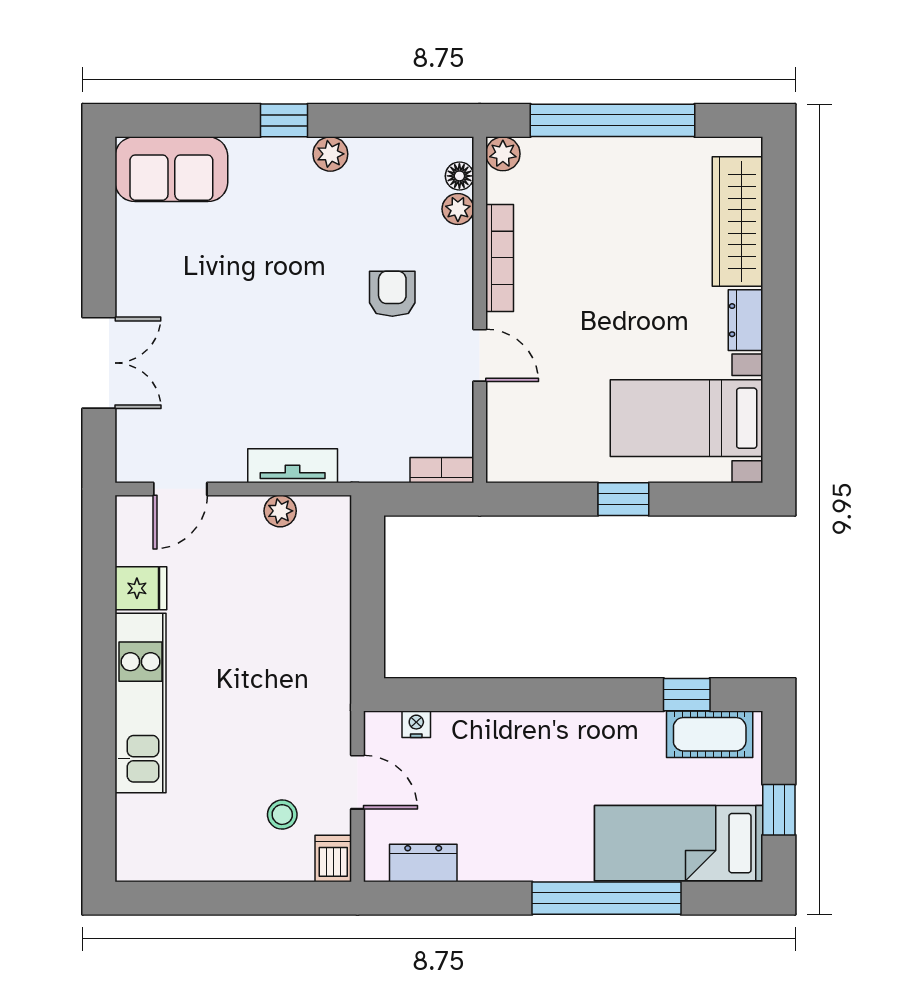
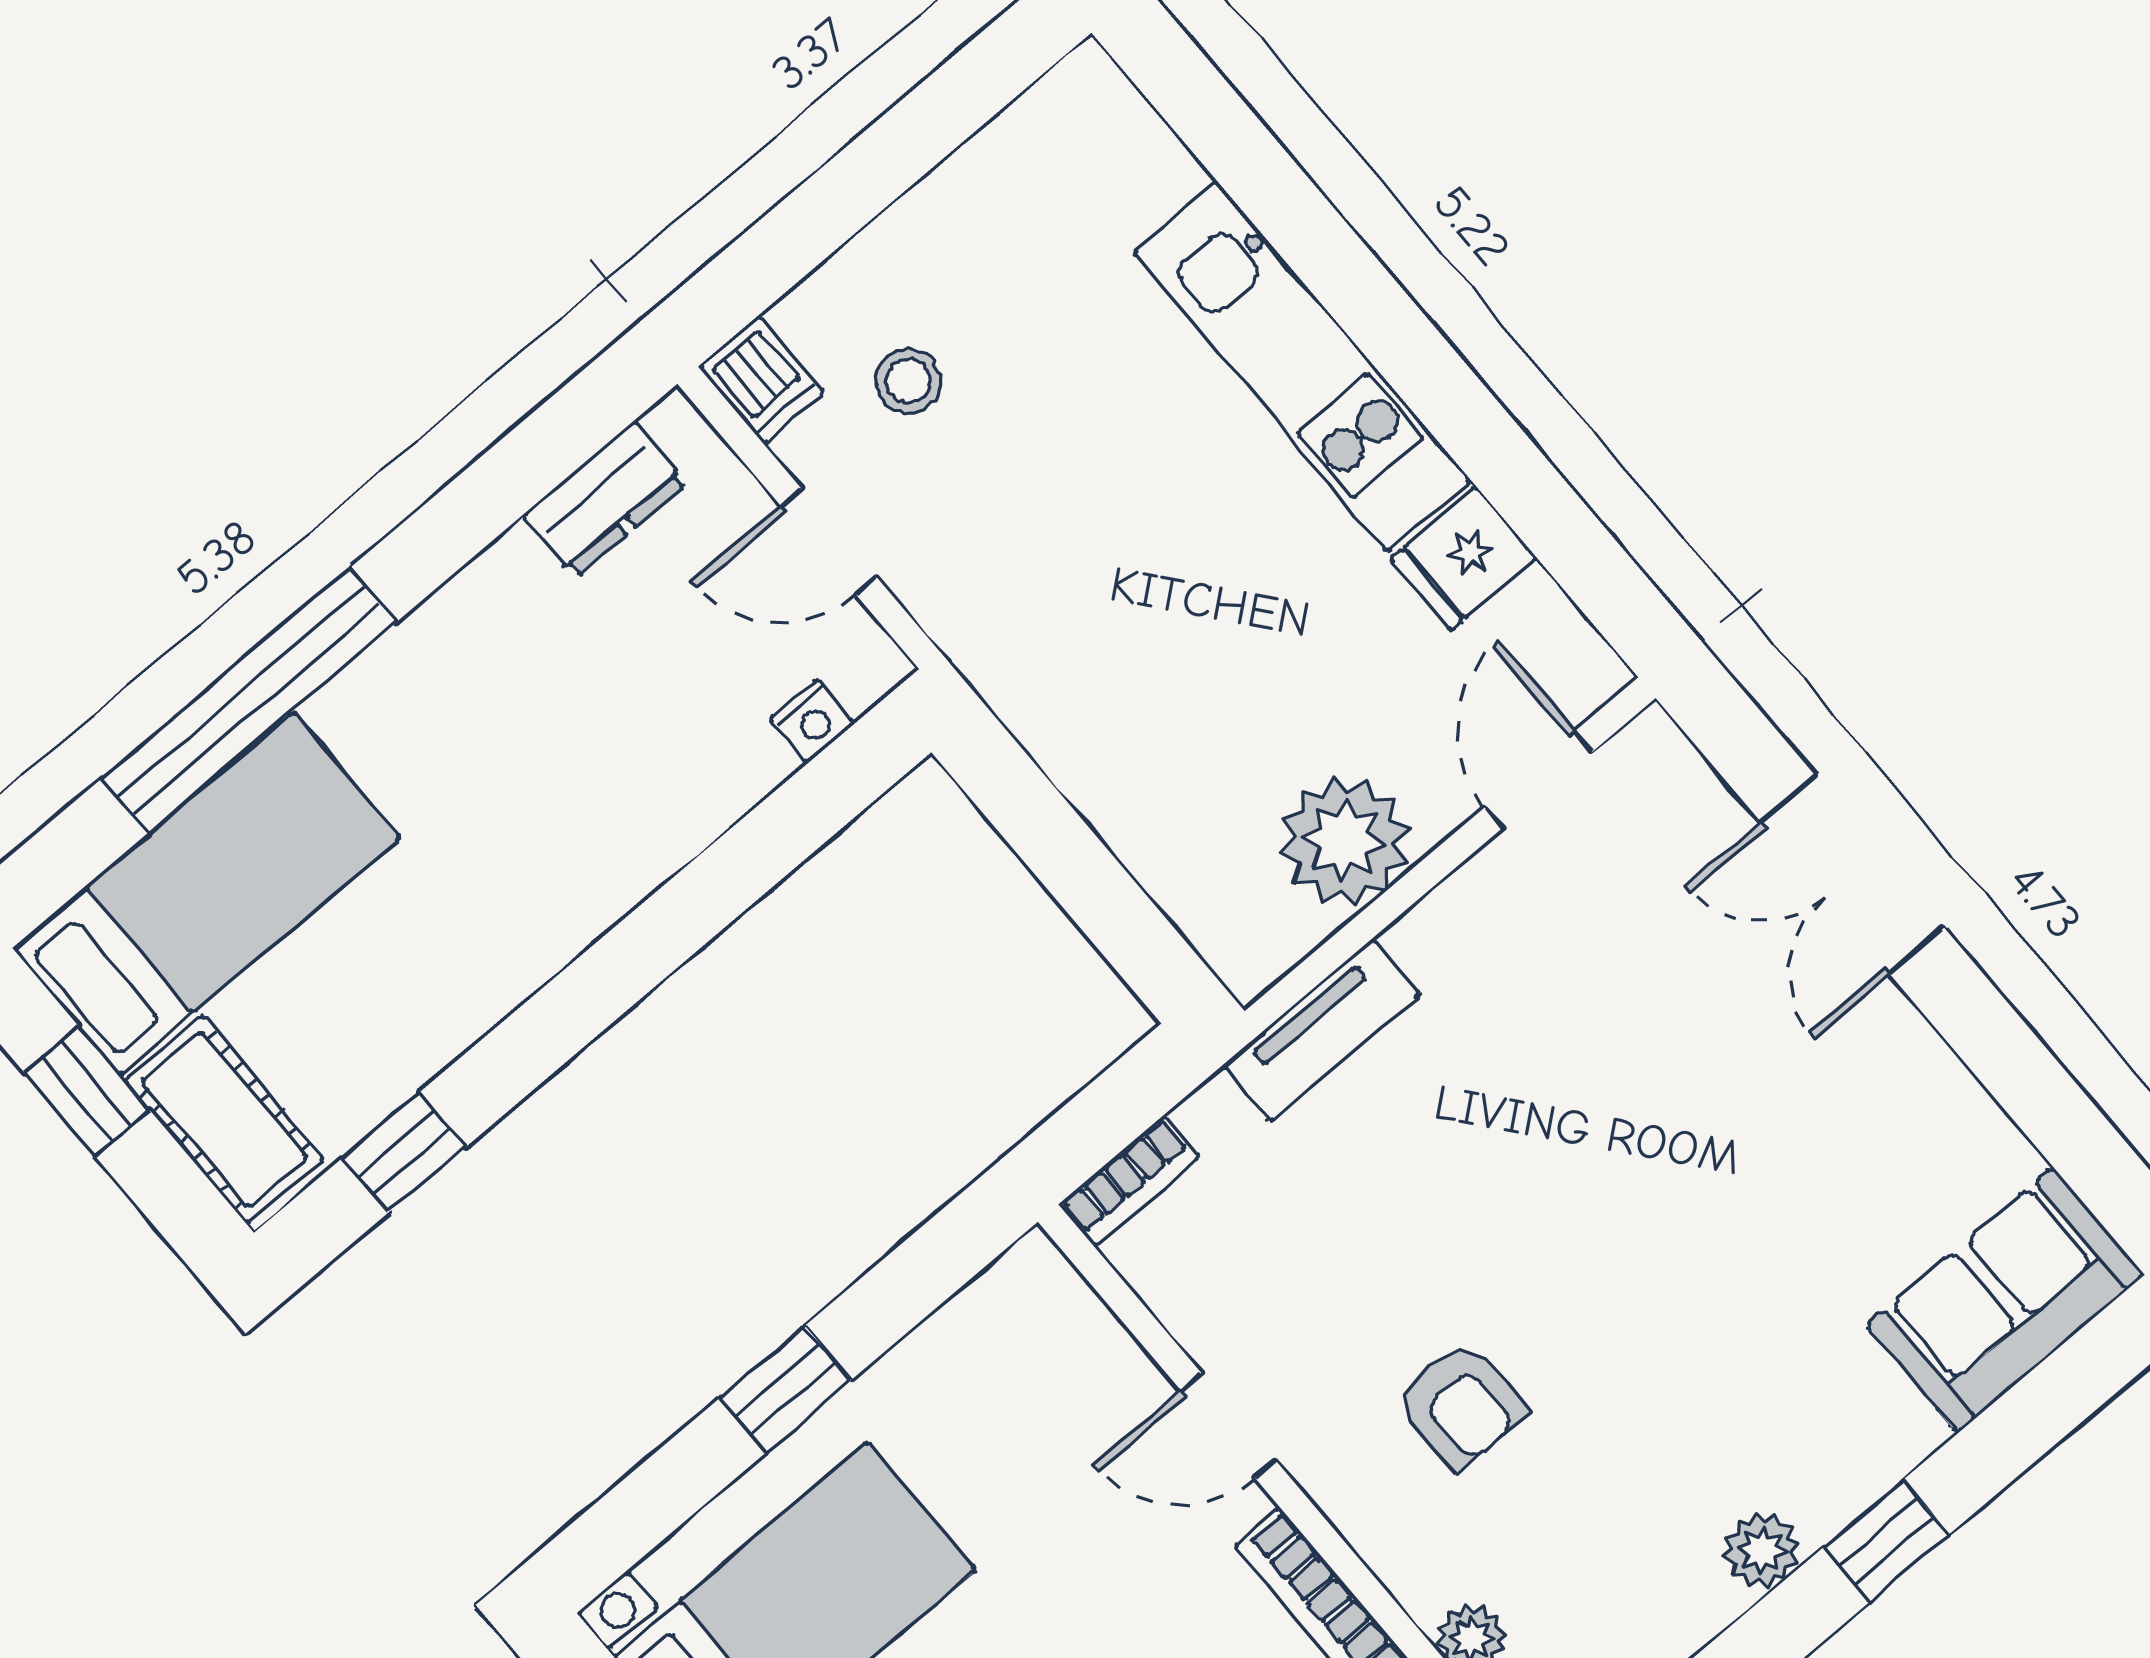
tv unit: (293, 466) -> (1322, 1030), moved
plant: (280, 511) -> (1344, 841), width x1.88, depth x1.88
cot: (710, 734) -> (225, 1120), moved, turned 90

